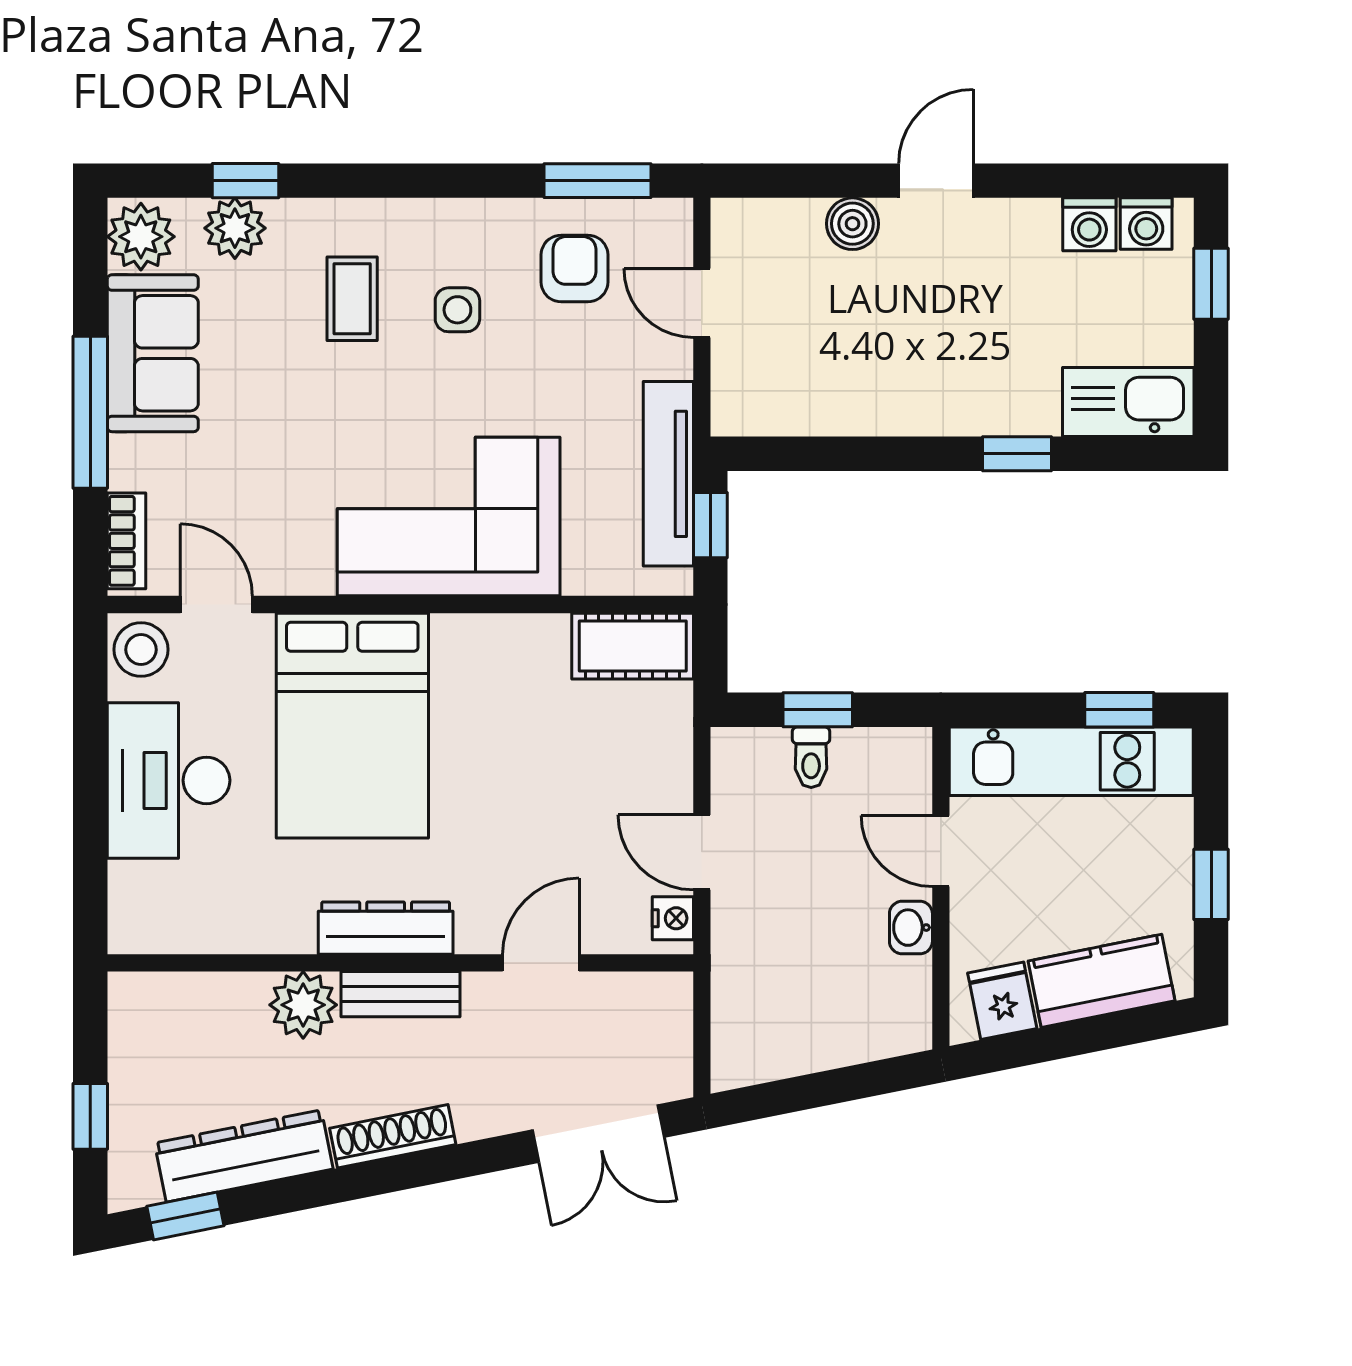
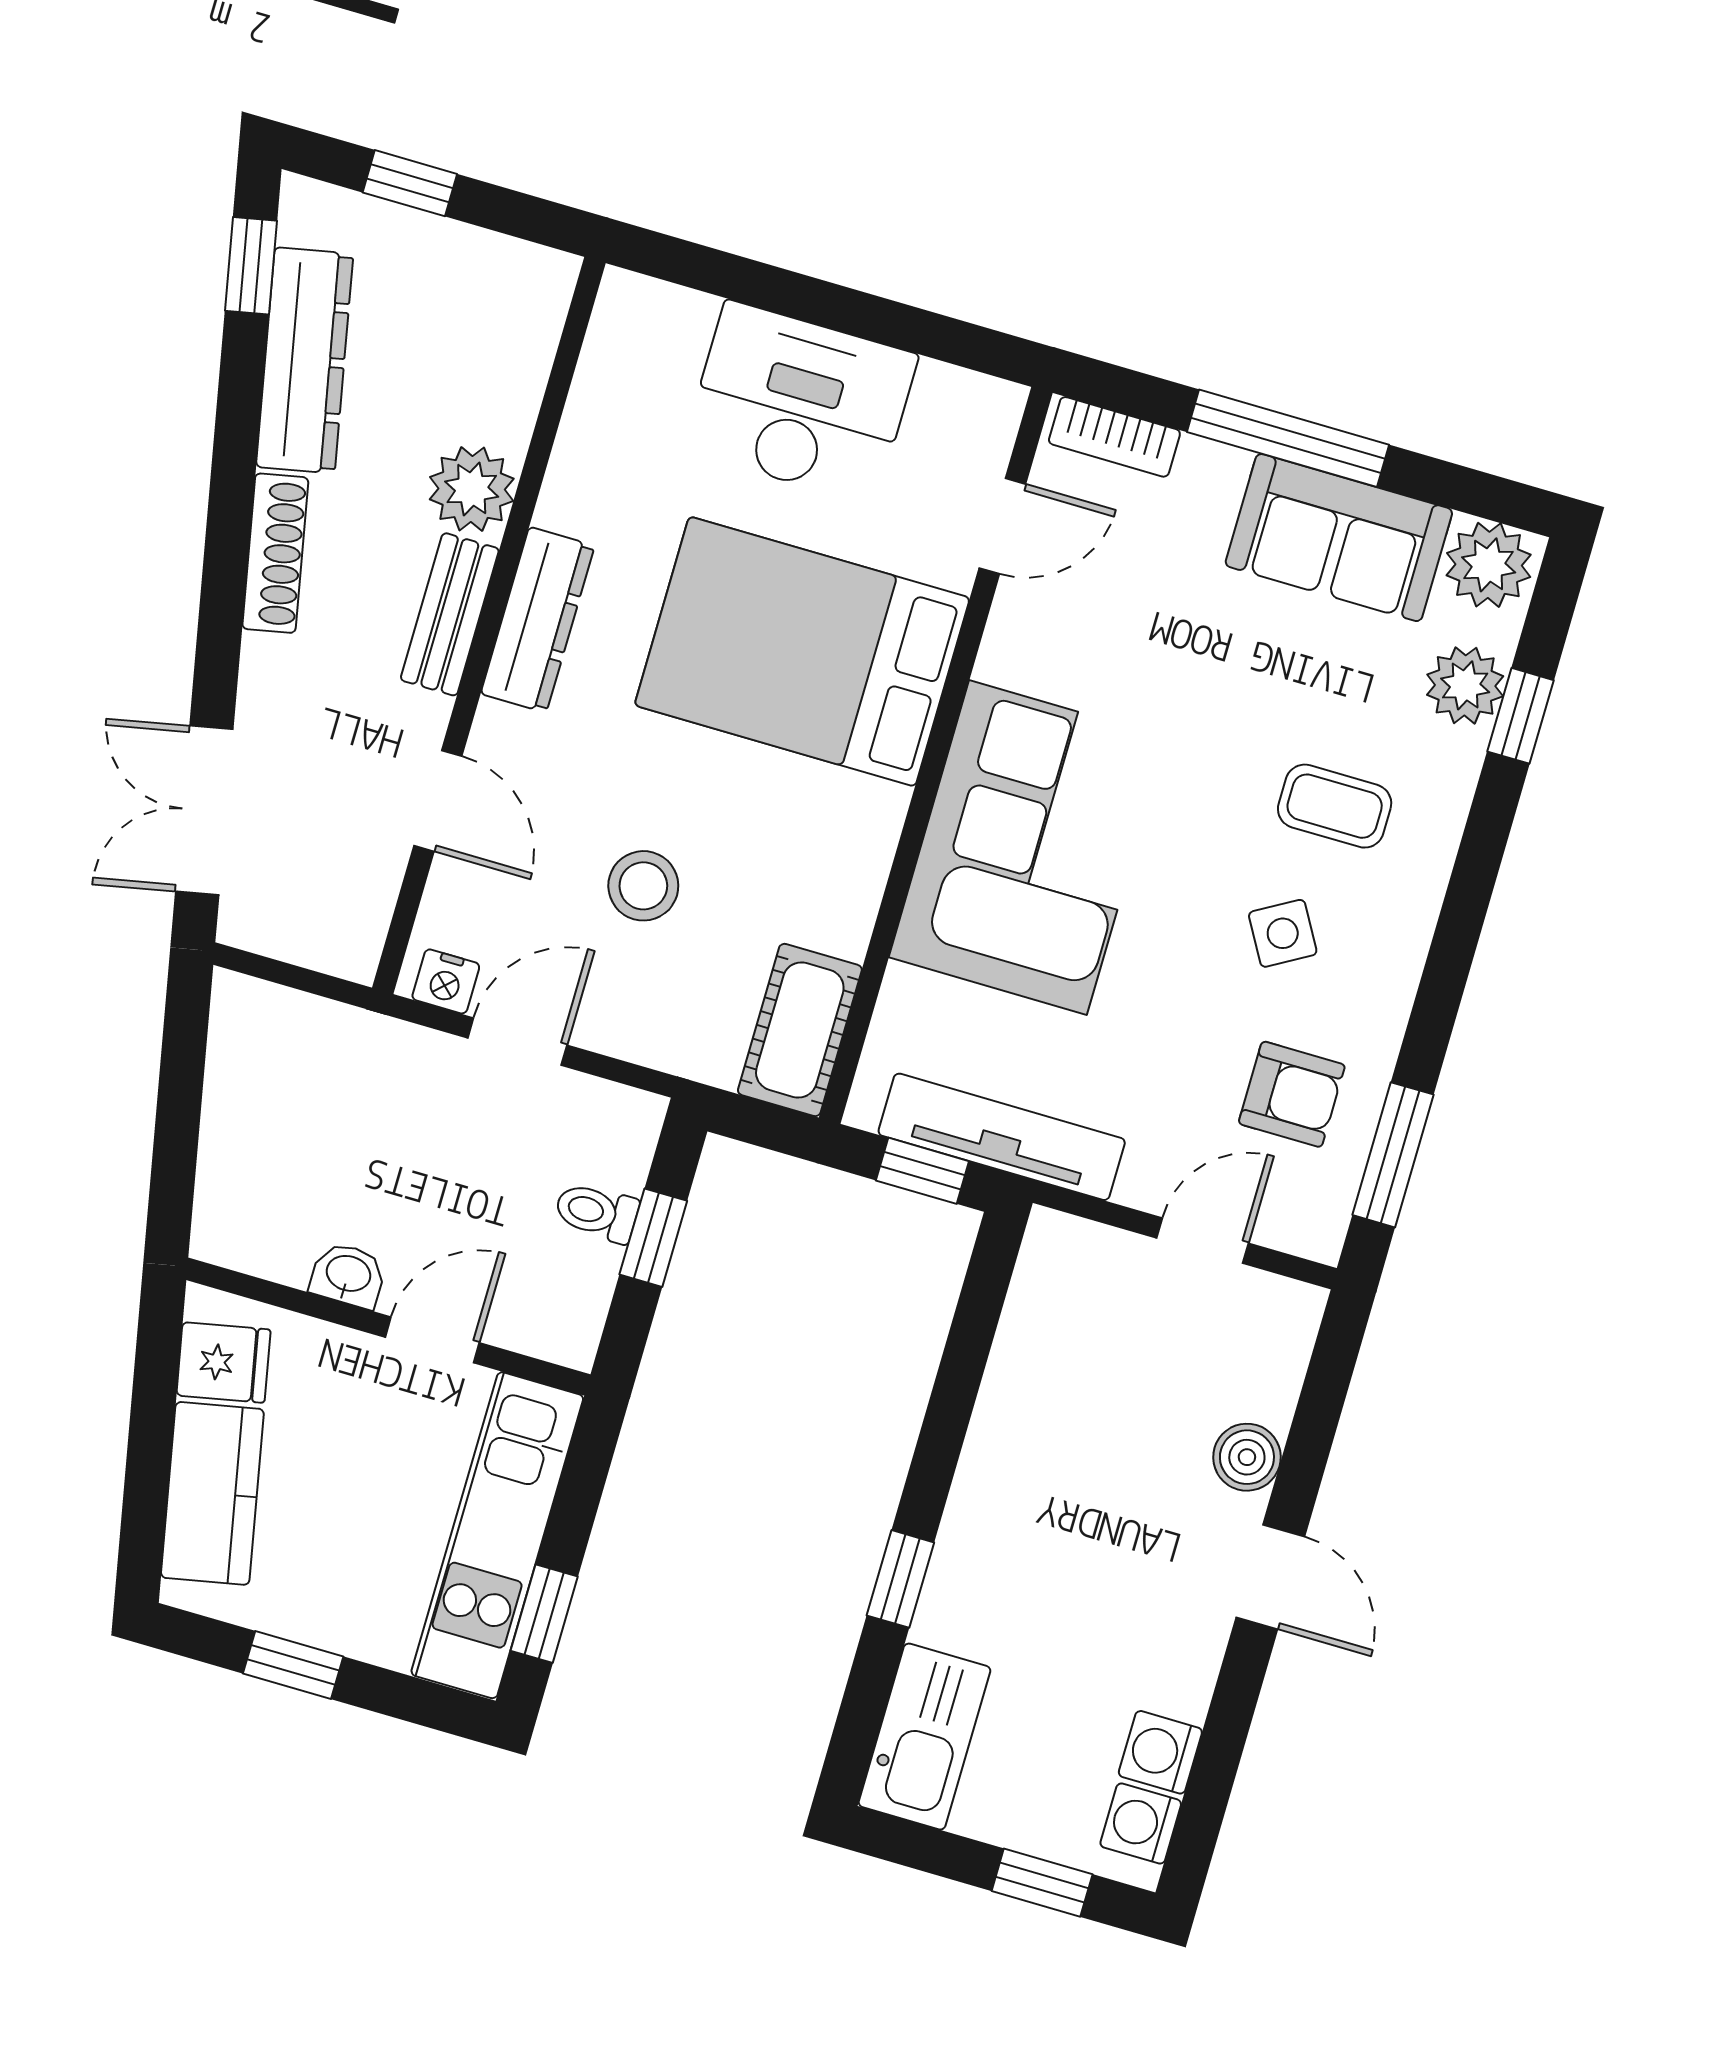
side table: (457, 310) -> (1283, 933), turned -30
stool: (141, 650) -> (643, 886), moved

